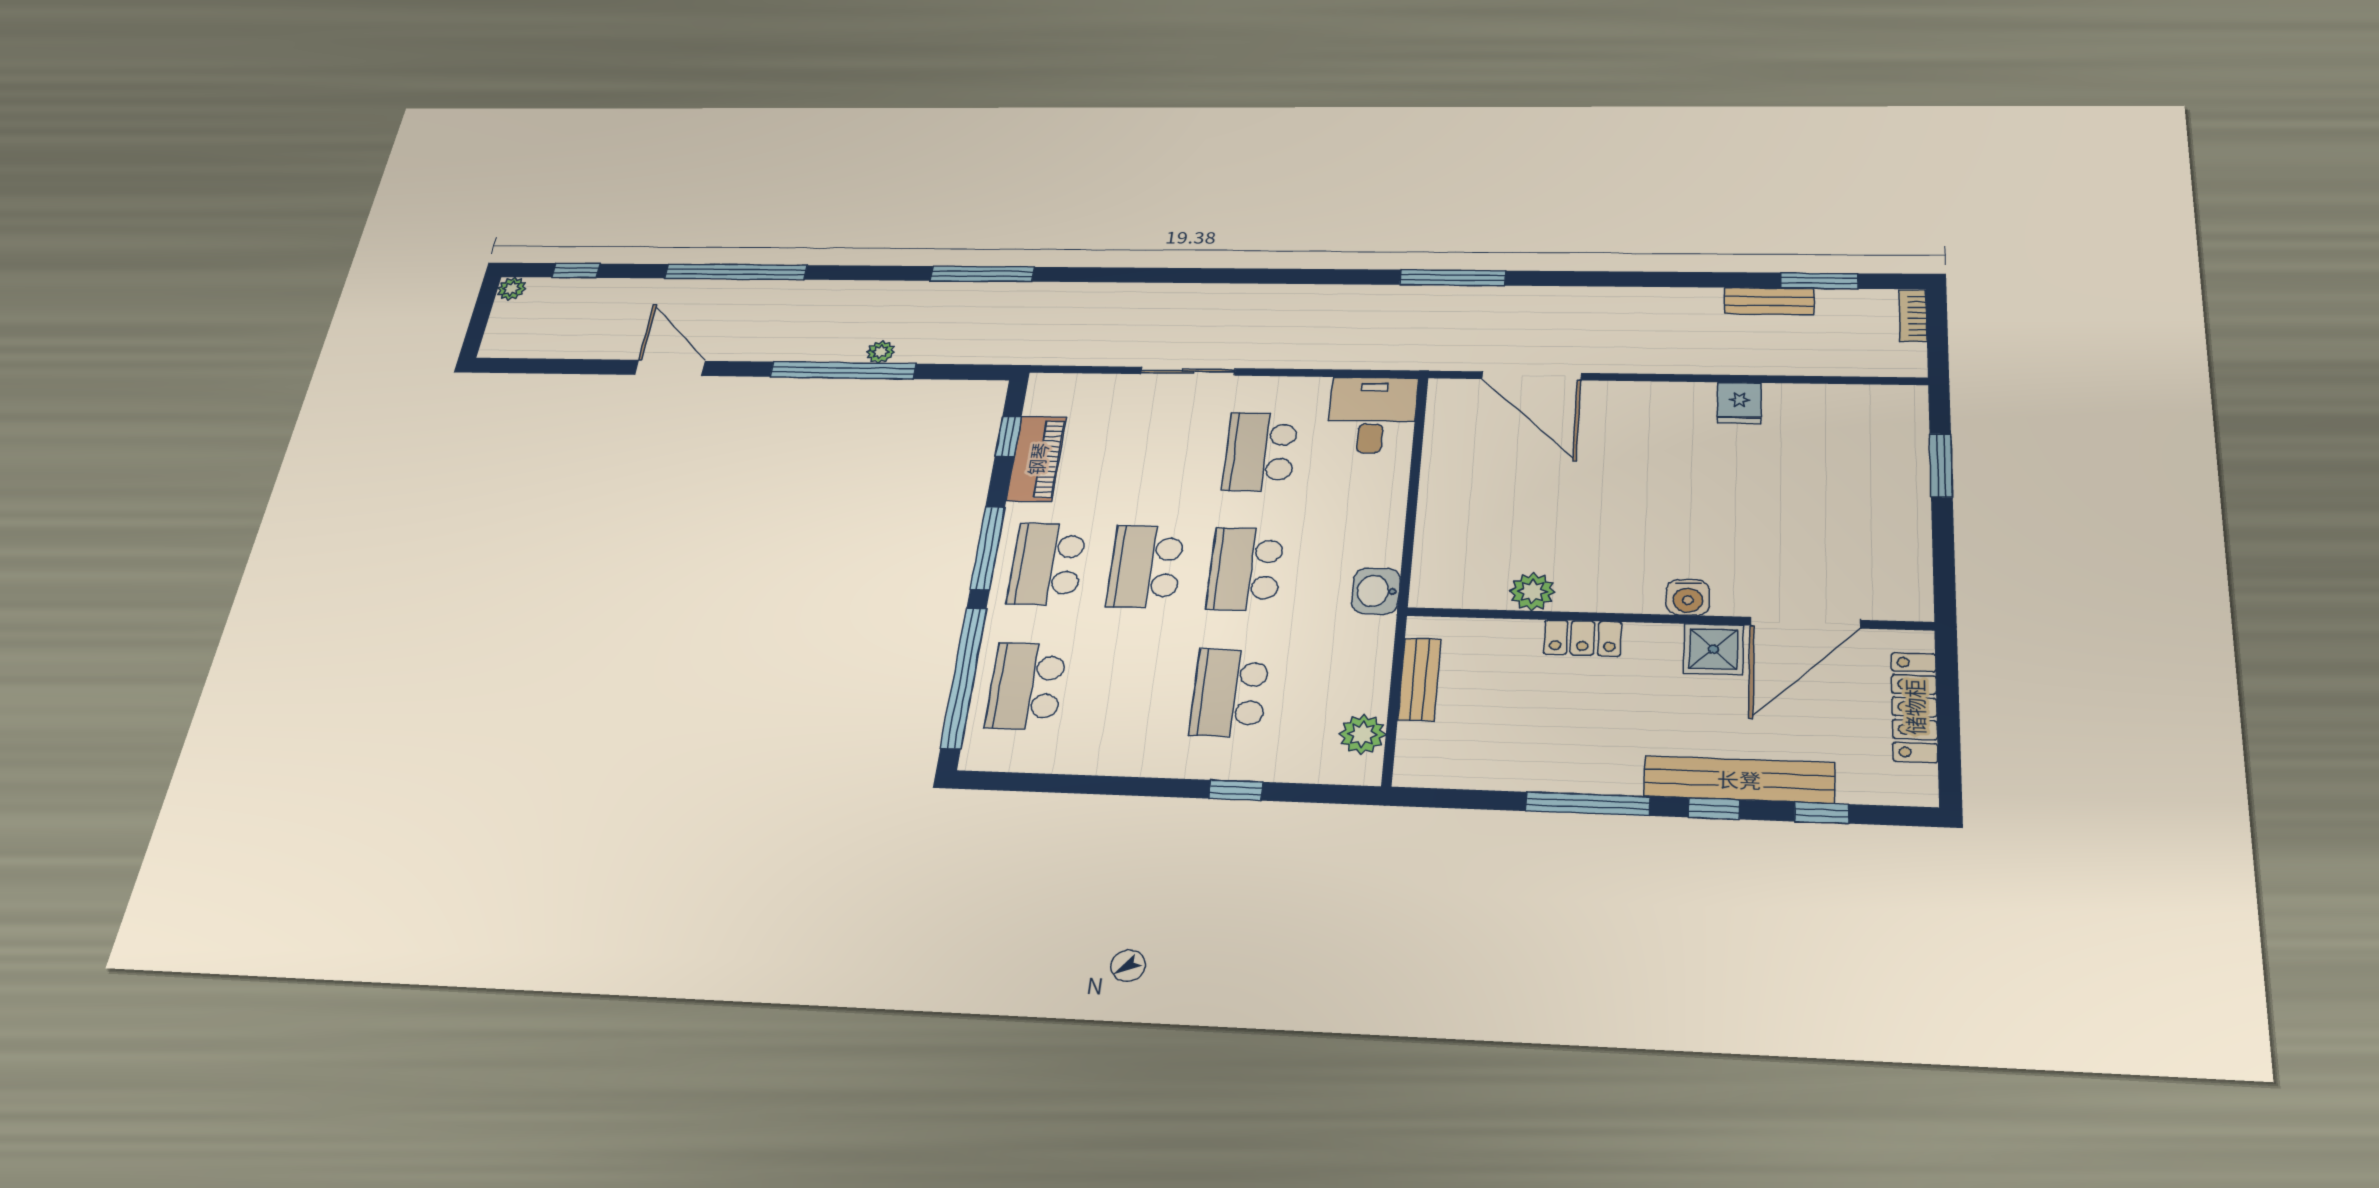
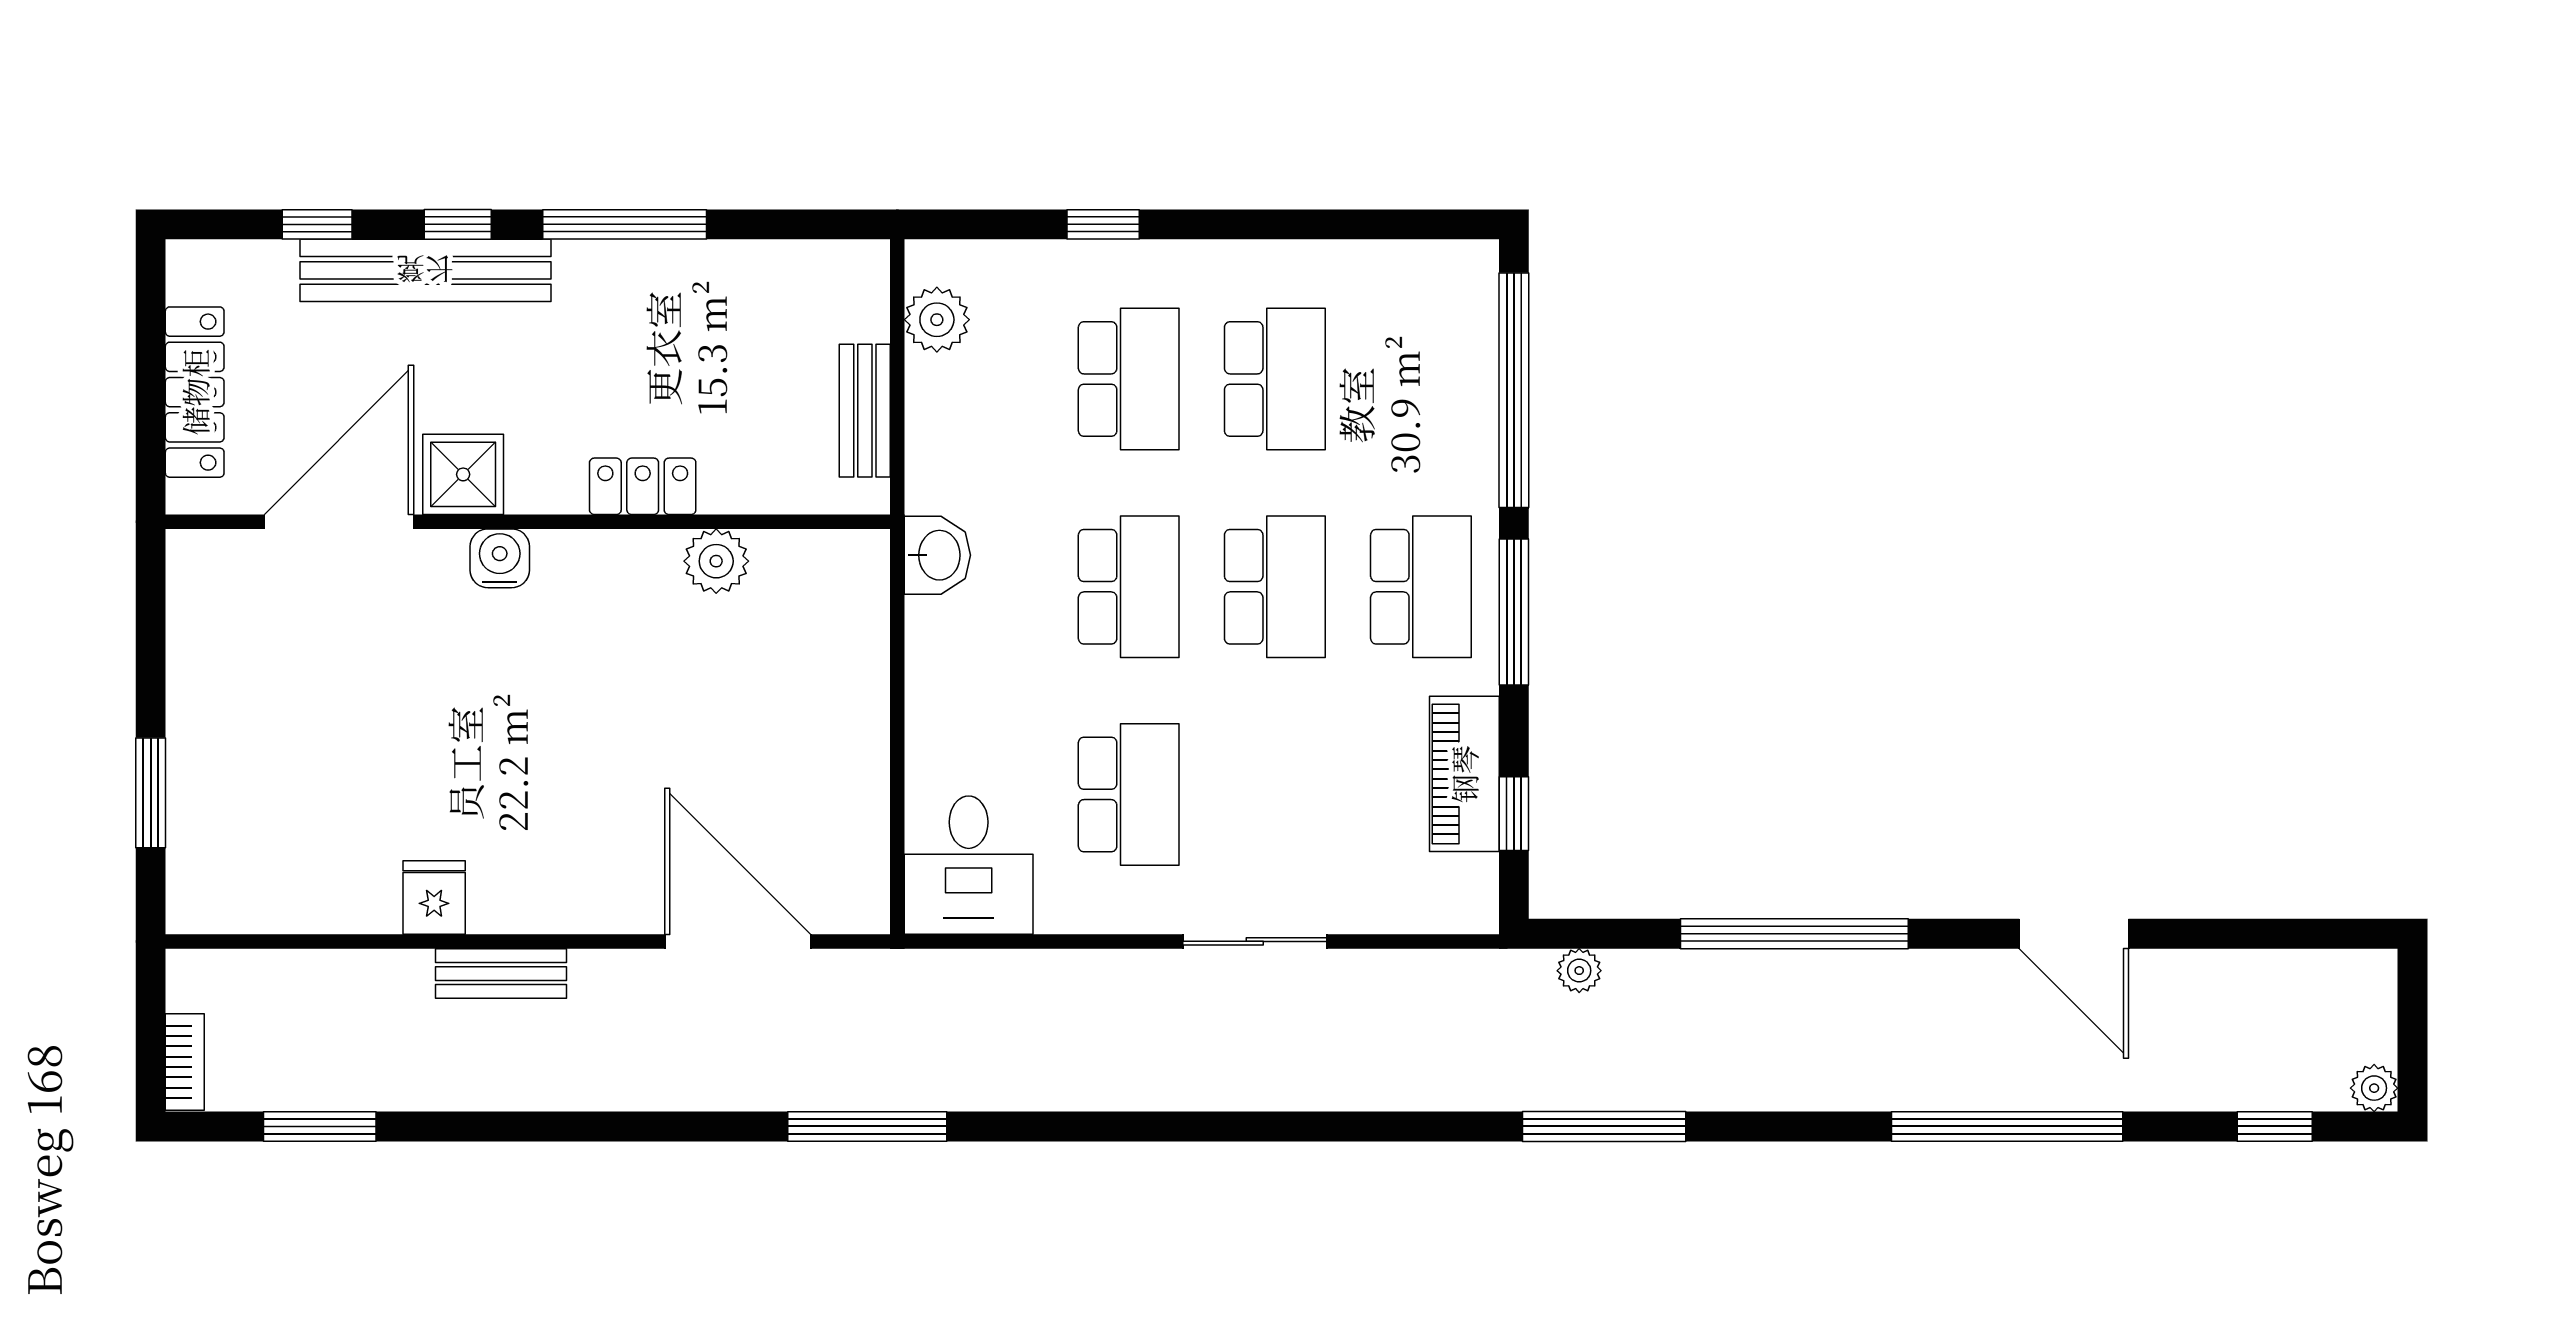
bench: (1769, 301) -> (501, 974), moved
plant: (881, 352) -> (1579, 971), moved
school desk: (1026, 686) -> (1275, 379), moved

